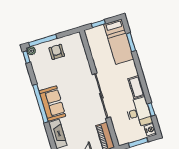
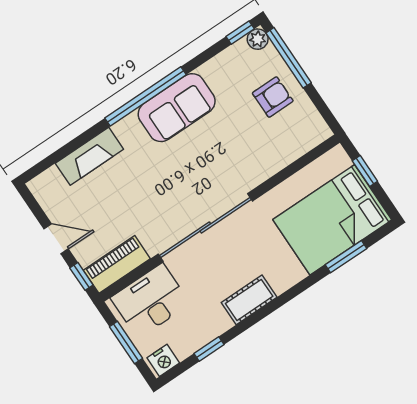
bed: (119, 42) -> (332, 220), width x1.50
sofa: (52, 104) -> (177, 108), moved
desk: (139, 112) -> (150, 301), moved, turned 180

